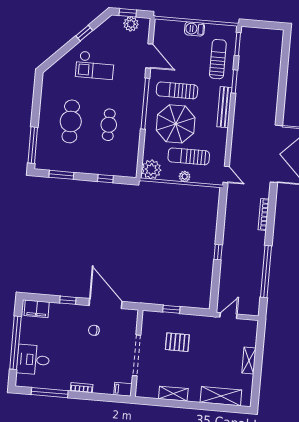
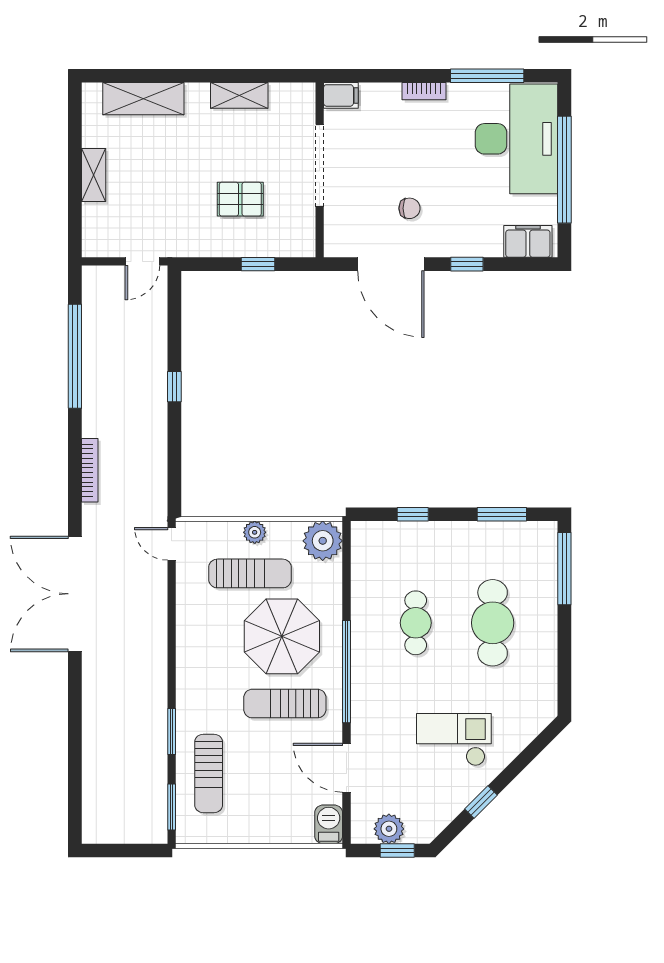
barbecue: (195, 29) -> (329, 824), moved, turned -90
sun lounger: (177, 90) -> (285, 704), turned 180
bench: (224, 107) -> (187, 678), removed
desk: (33, 360) -> (517, 139), width x1.87, depth x1.30

